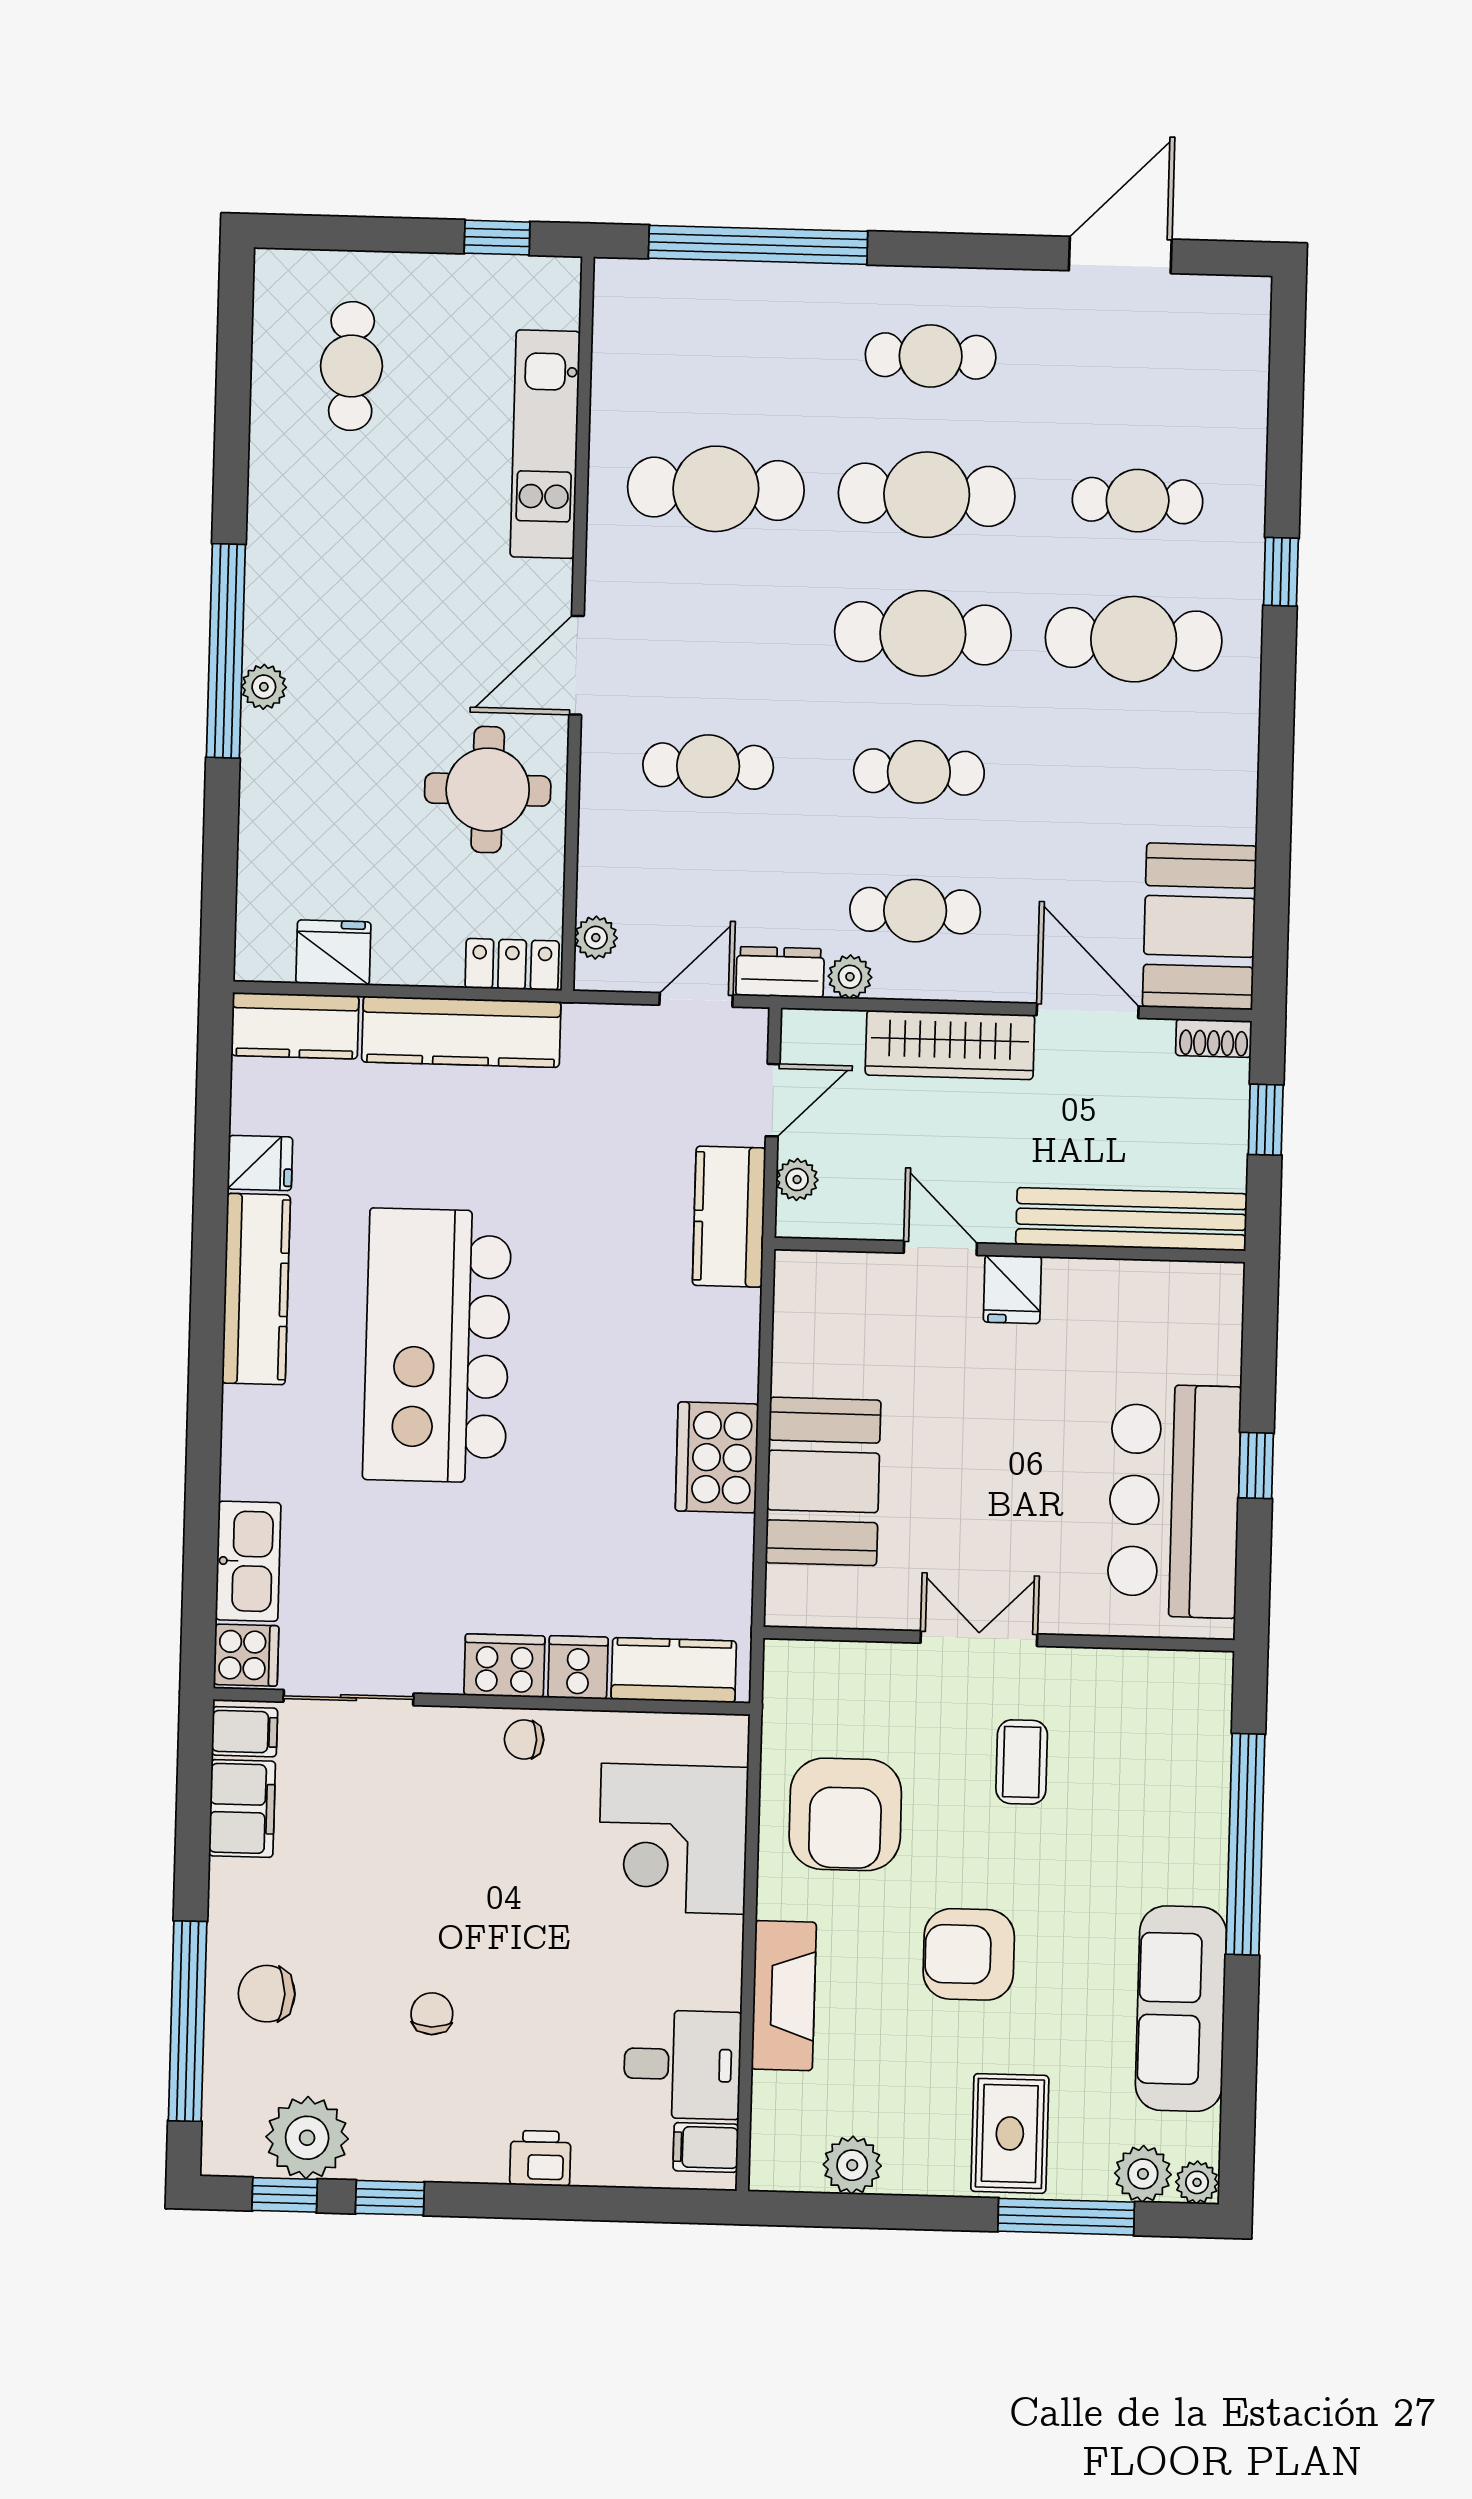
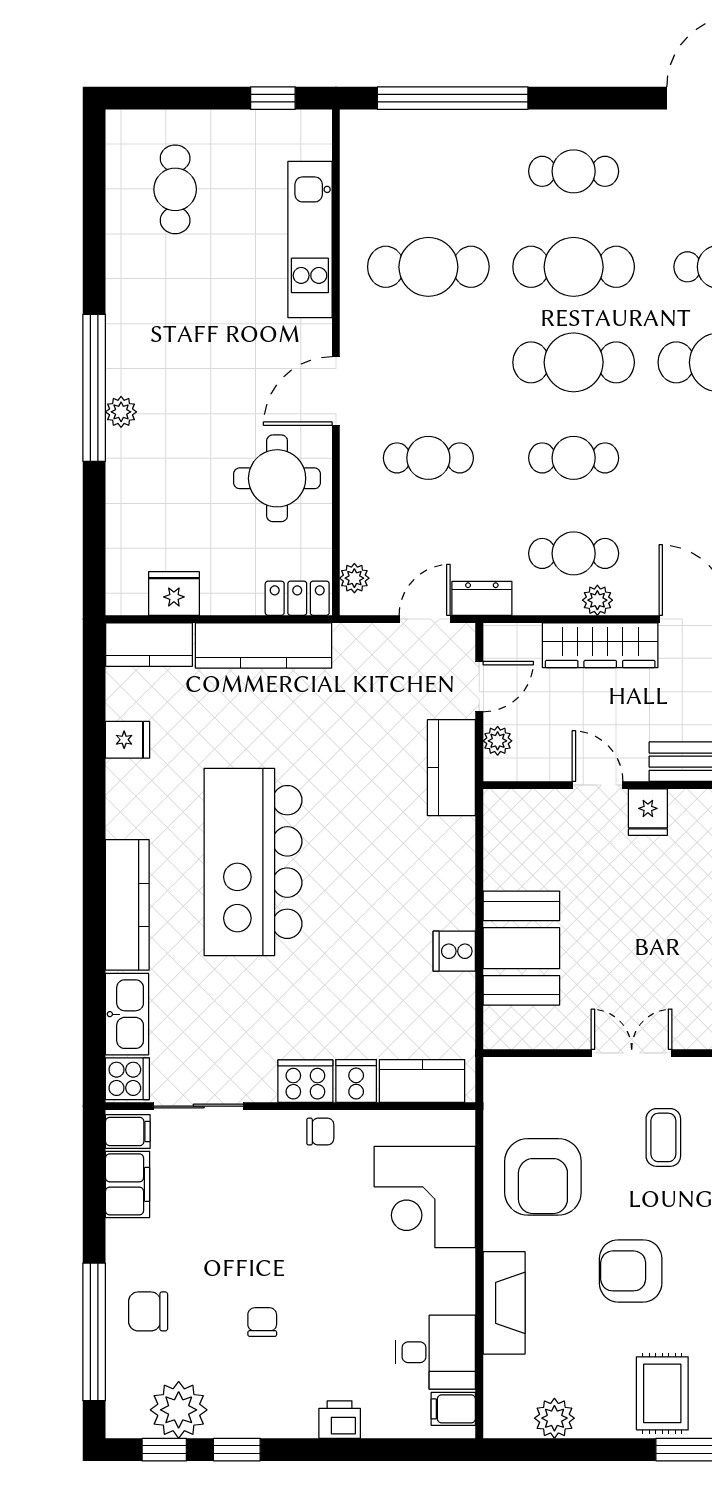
plant: (850, 977) -> (597, 600), moved
kitchen counter: (256, 1289) -> (127, 905), moved
cooker: (717, 1457) -> (454, 951), width x0.53, depth x0.76
chair: (524, 1739) -> (320, 1132), turned 180

